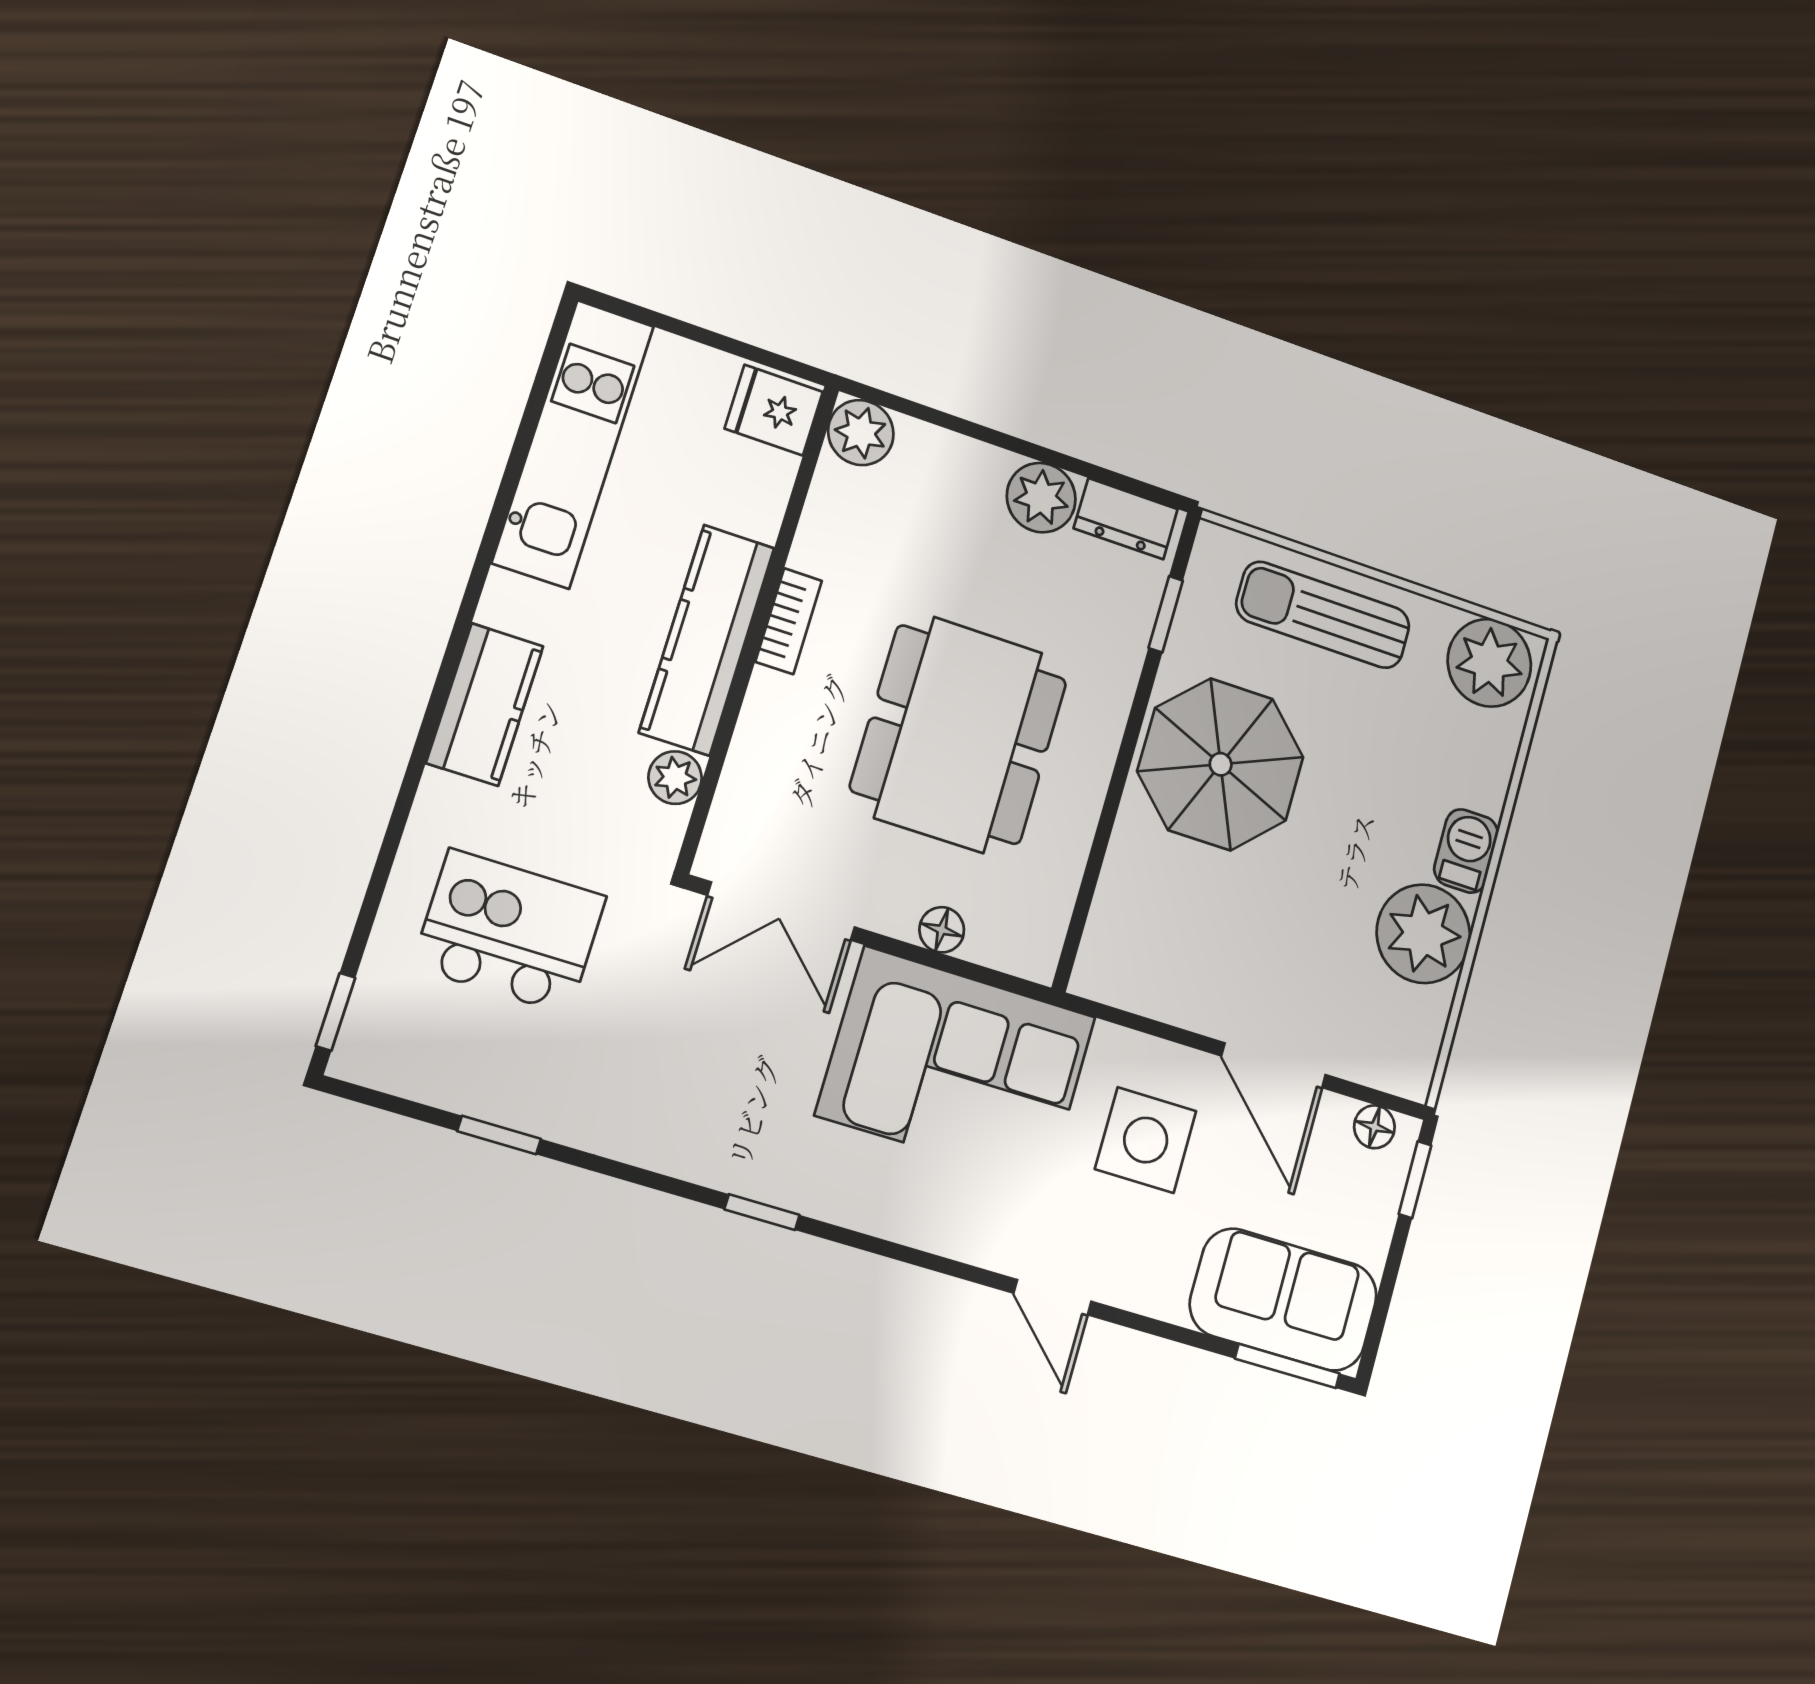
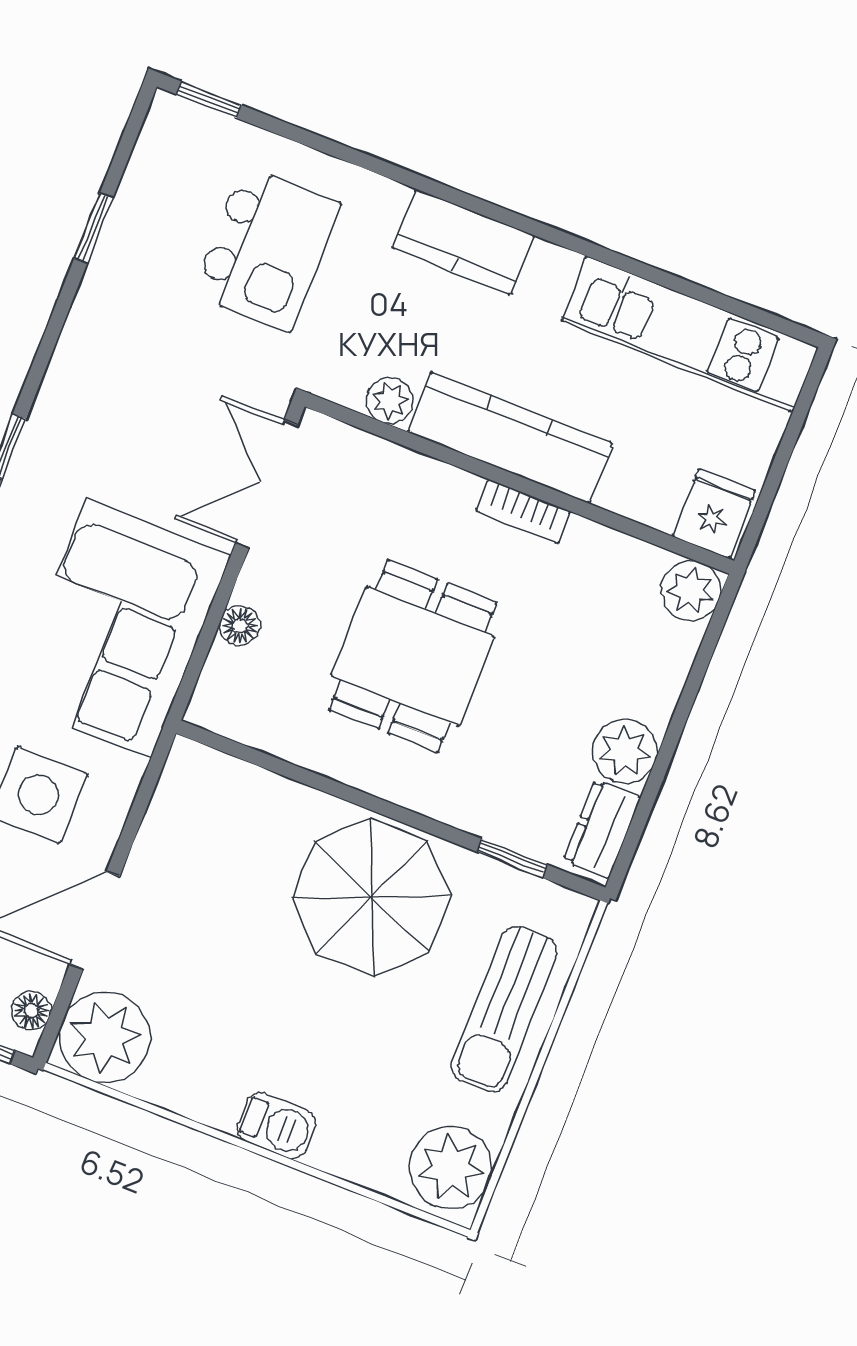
sun lounger: (1323, 615) -> (504, 1009), turned 180
dining table: (959, 735) -> (413, 656), width x0.73
plant: (1423, 934) -> (105, 1037), moved

